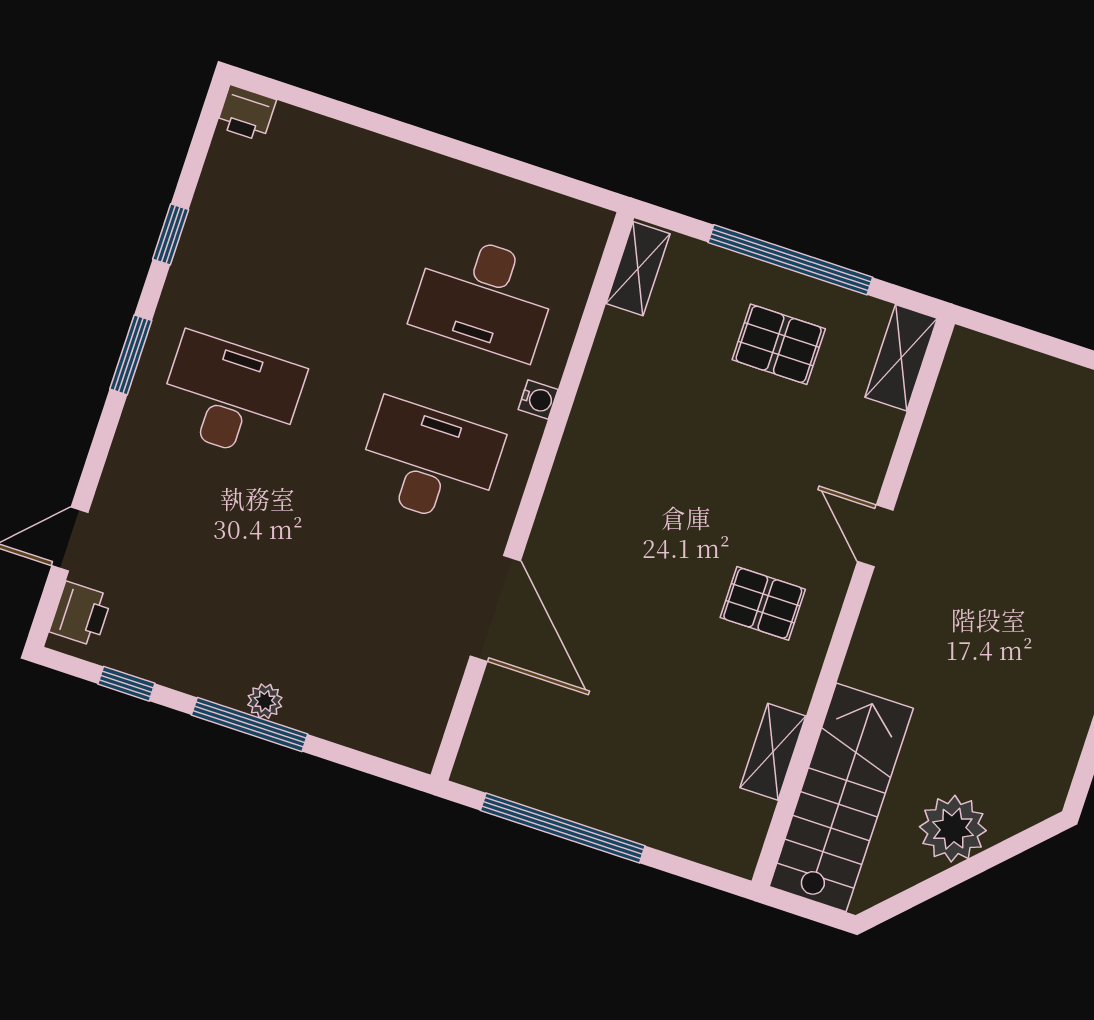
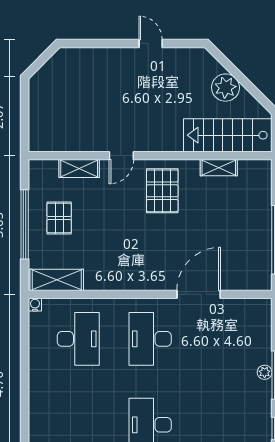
shelving: (638, 269) -> (57, 280), width x1.50, depth x1.33
shelving: (901, 358) -> (79, 168), moved
water cooler: (538, 399) -> (35, 305), moved
pallet: (763, 603) -> (162, 191), width x1.50, depth x1.42

